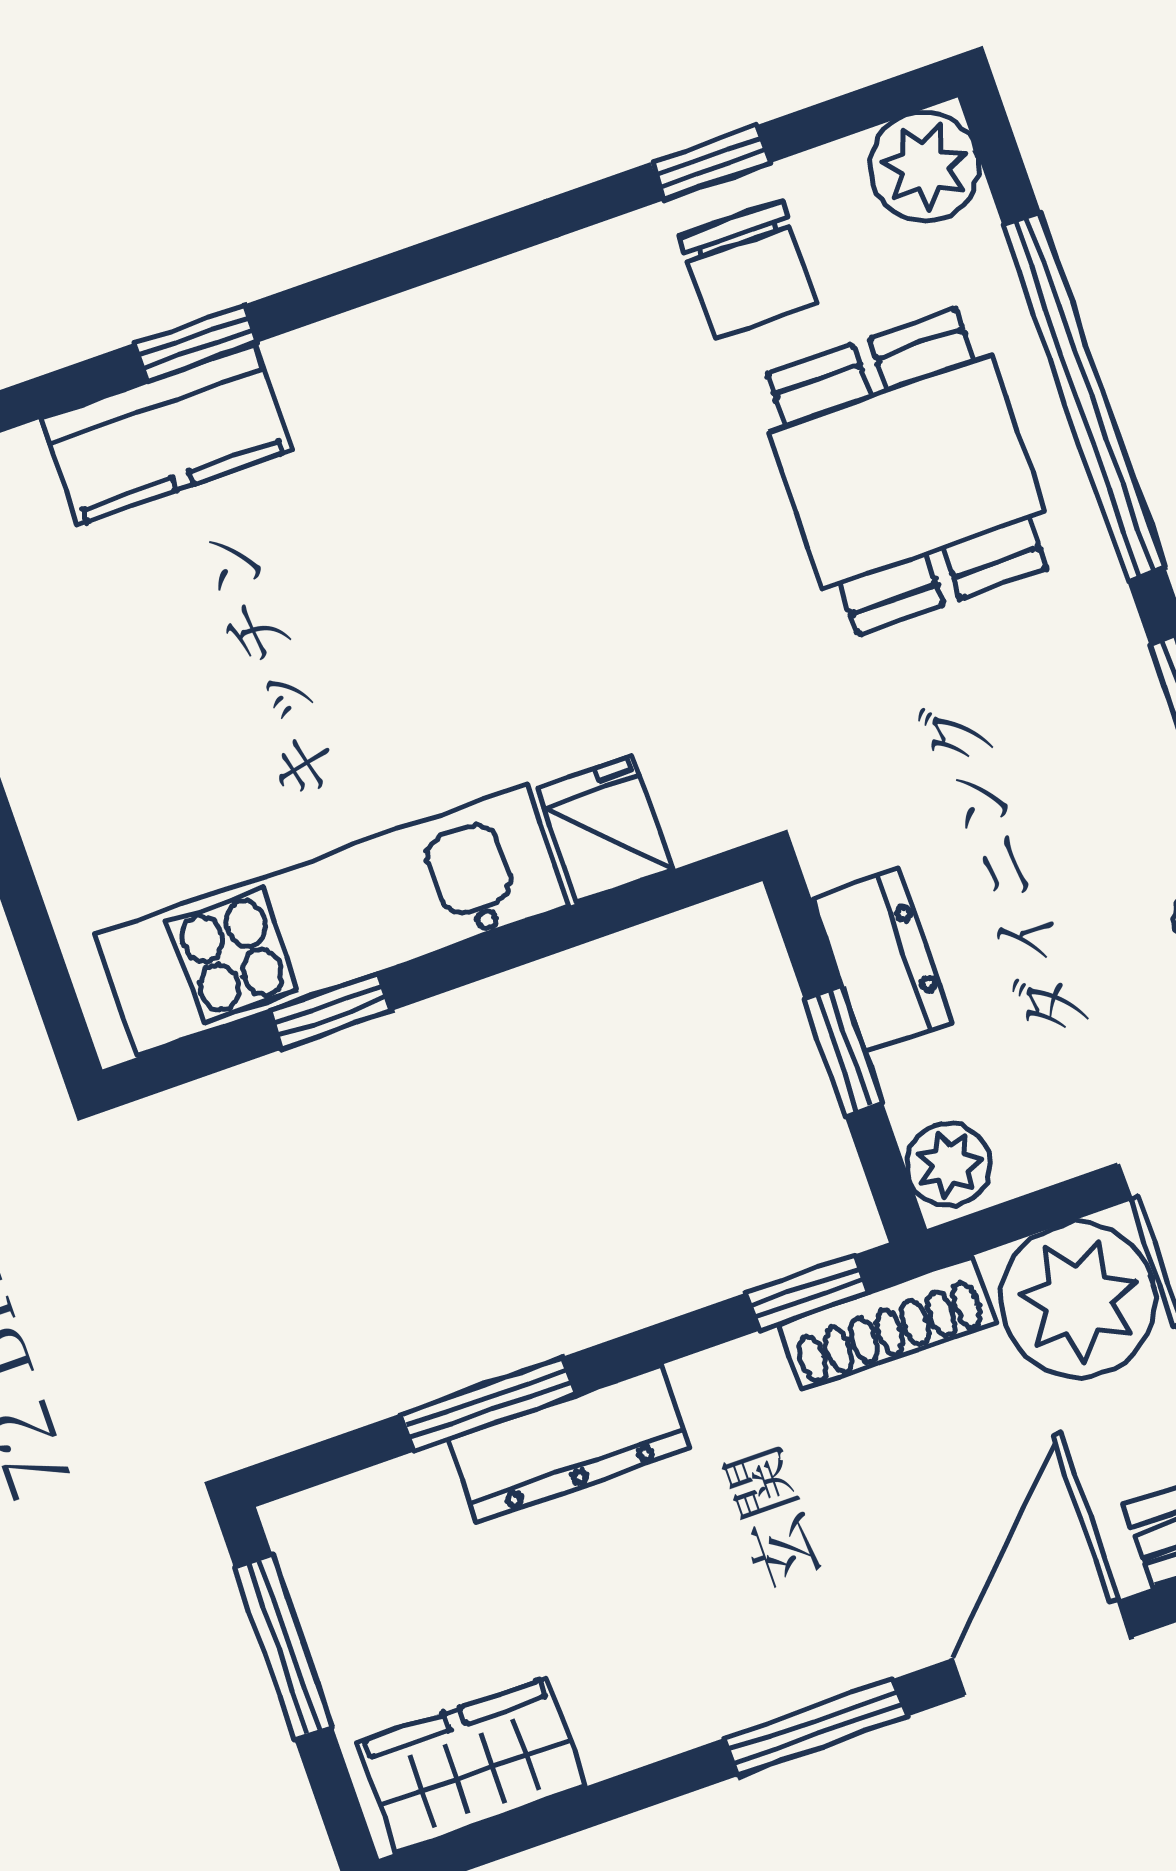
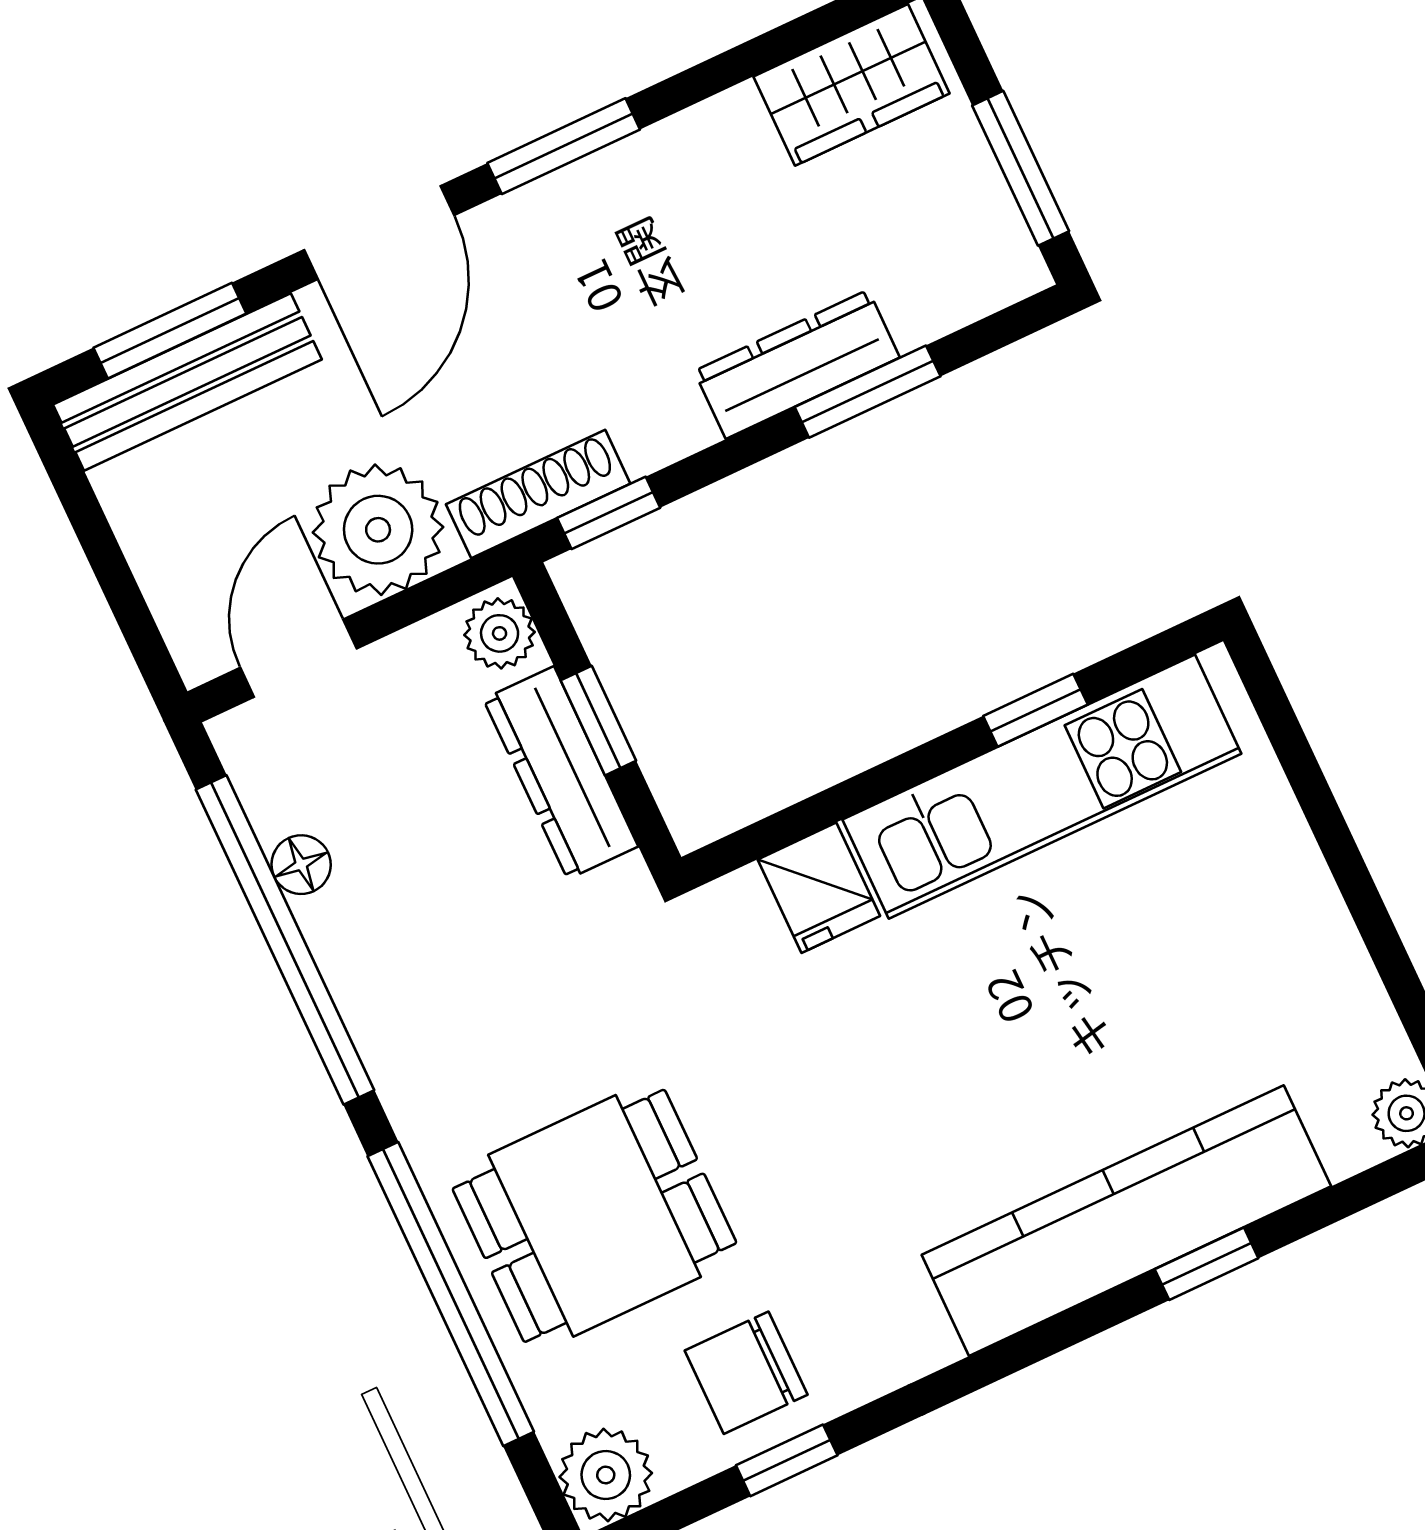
chair: (748, 270) -> (746, 1373), turned -90
kitchen counter: (166, 434) -> (1126, 1221), width x2.08, depth x1.17
dining table: (907, 472) -> (594, 1216), turned 90
dresser: (882, 960) -> (561, 773), width x1.44

